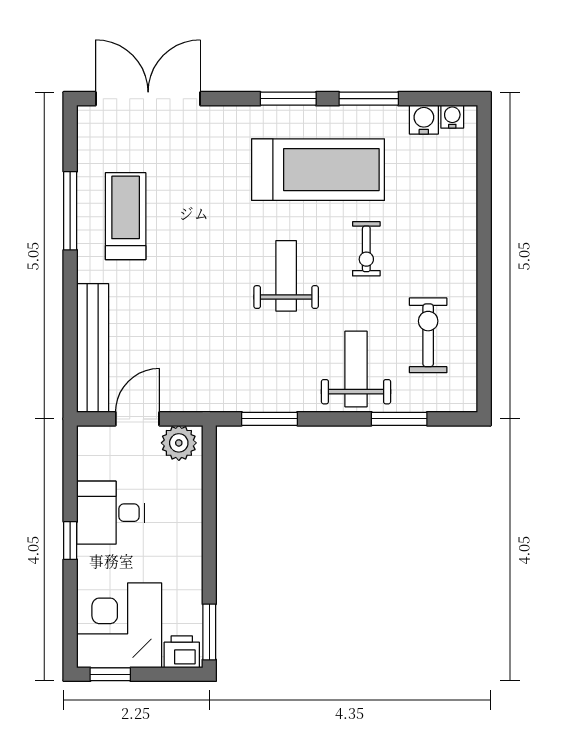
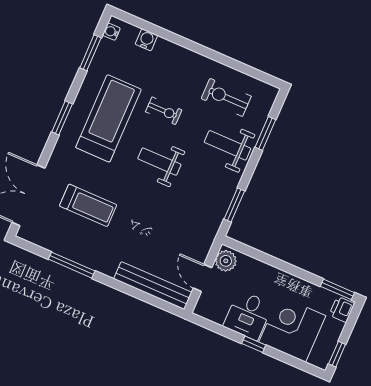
window: (369, 99) -> (90, 53), moved
water cooler: (424, 120) -> (146, 40), moved, turned 90
treadmill: (126, 216) -> (88, 205), moved, turned 180
corner desk: (119, 625) -> (292, 329), moved, turned 90

